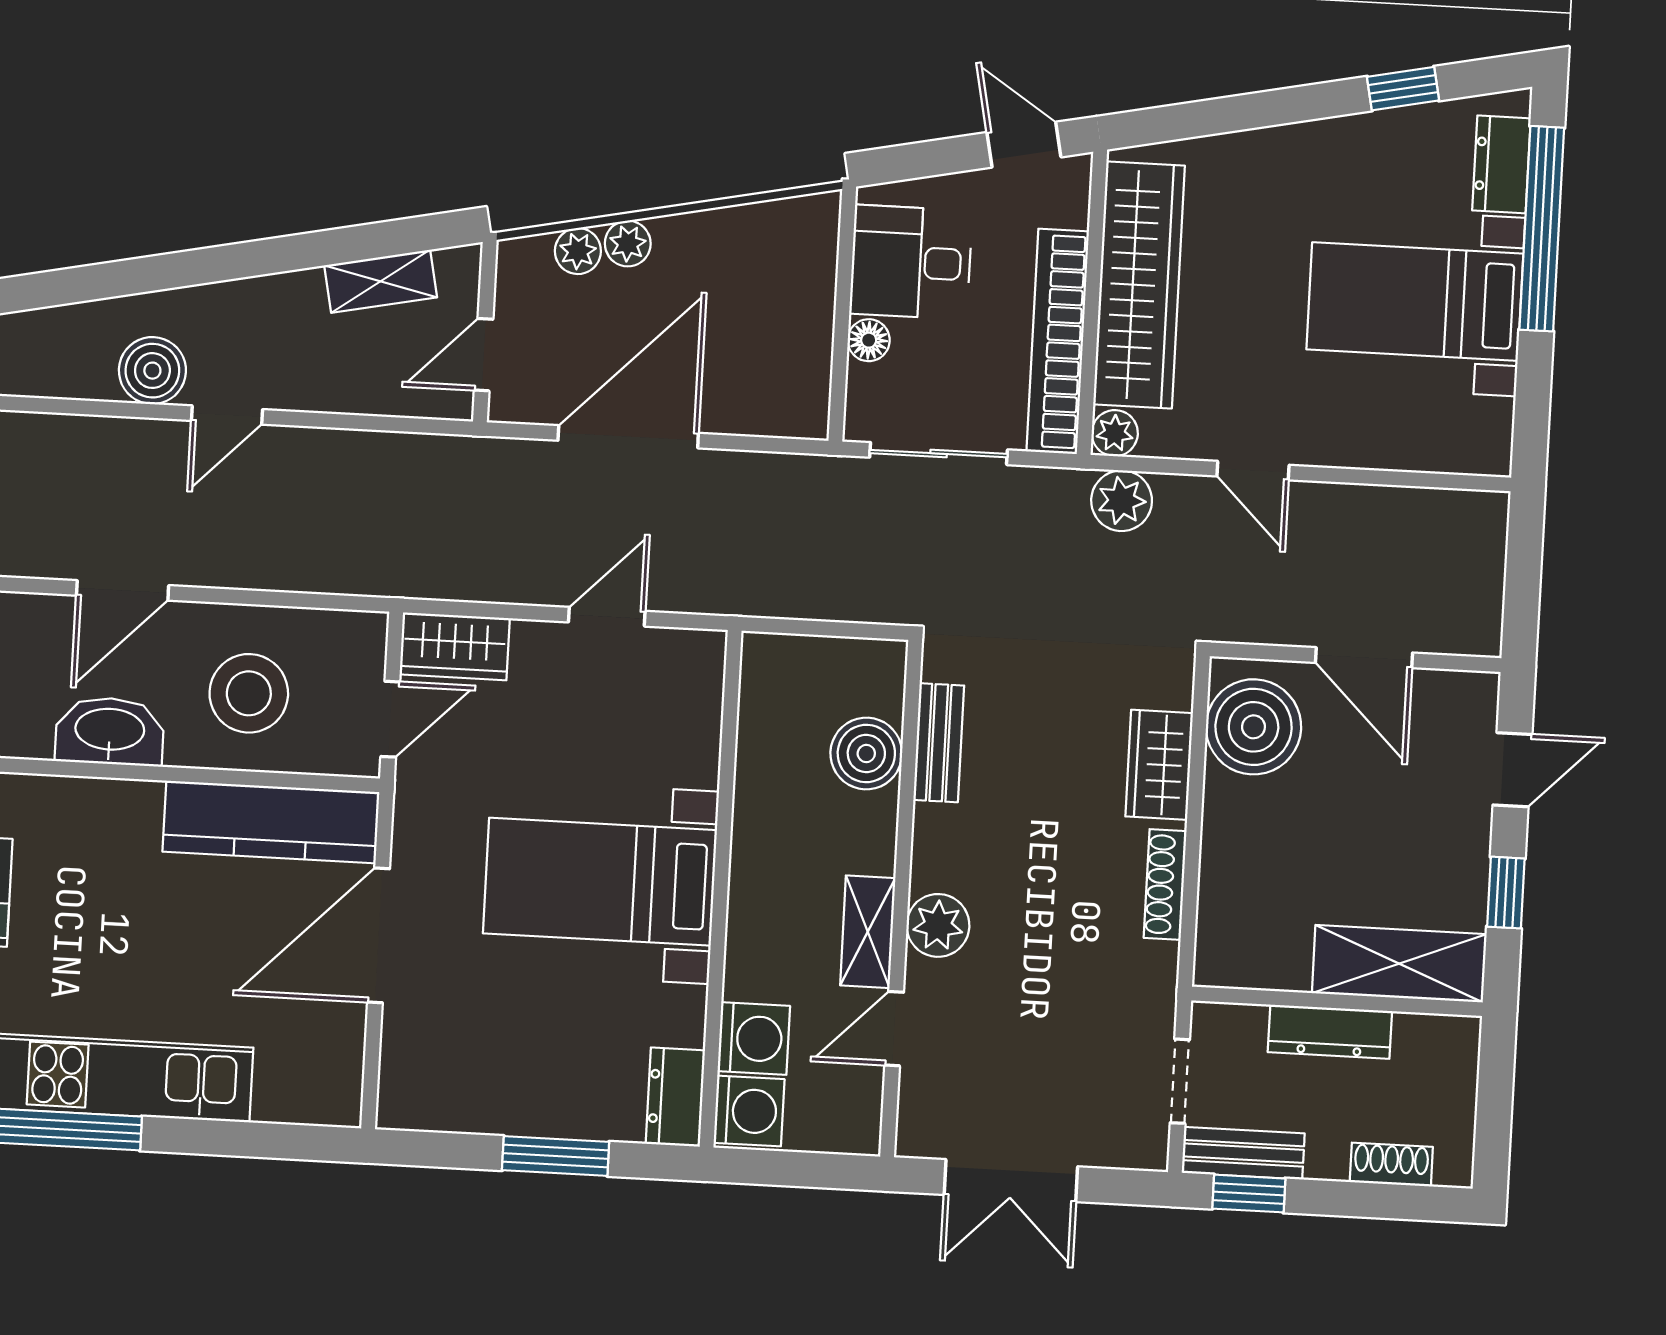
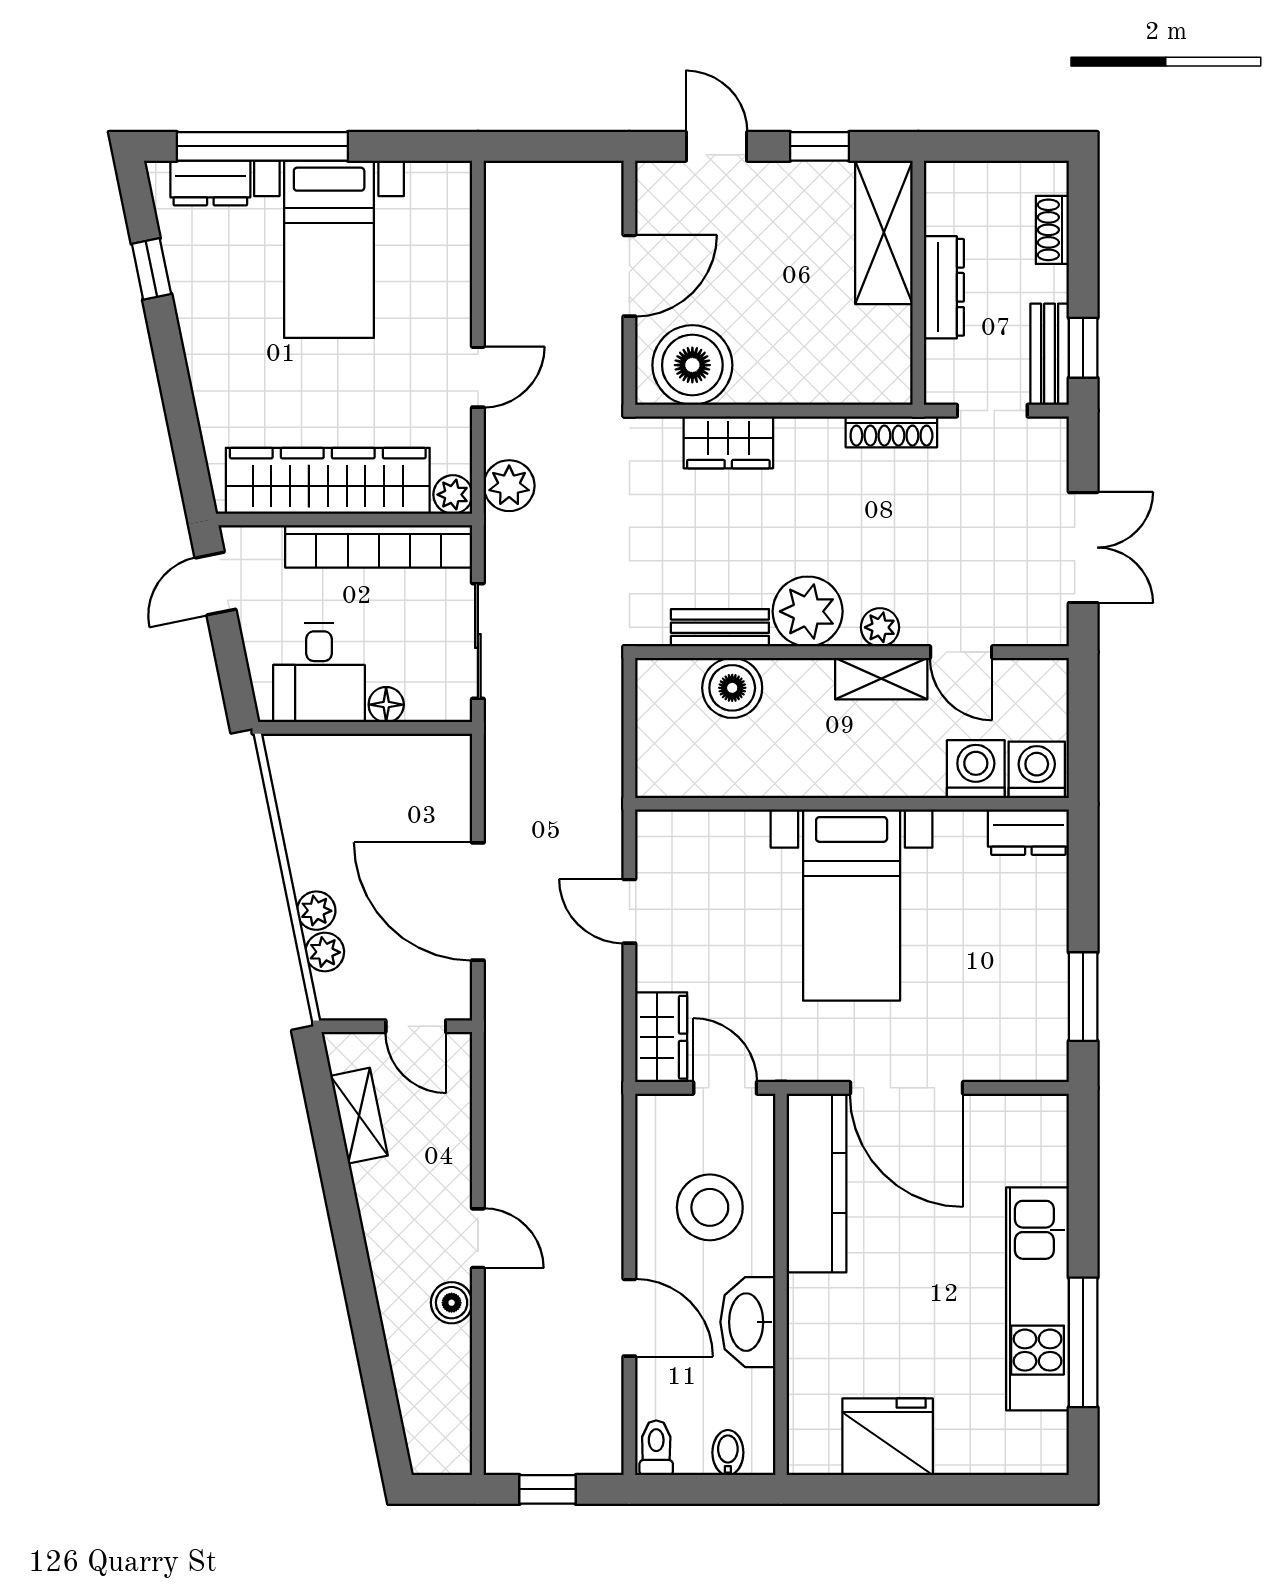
boiler: (152, 371) -> (452, 1303), width x0.73, depth x0.73
plant: (952, 848) -> (808, 611), added
shoe rack: (1165, 884) -> (891, 432), moved
plant: (938, 925) -> (880, 627), width x0.73, depth x0.73
window: (556, 1156) -> (1083, 997), moved

